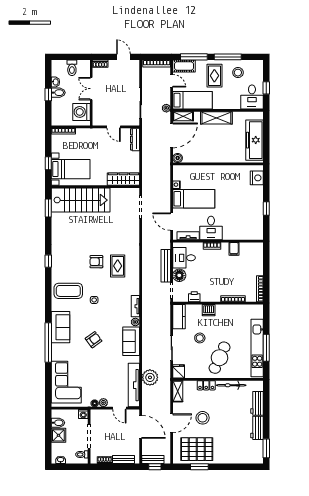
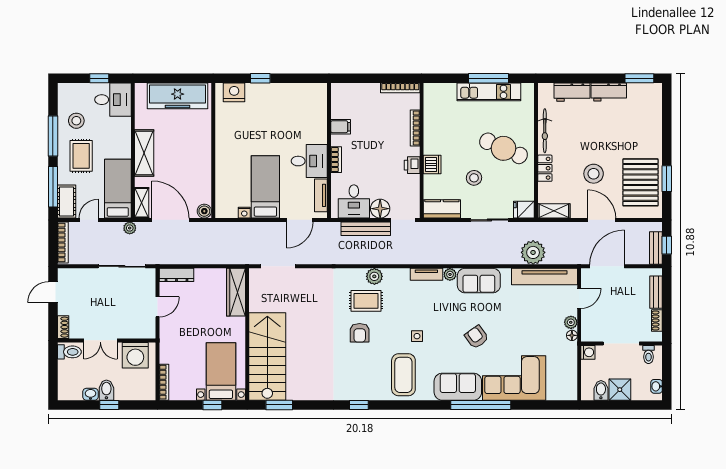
toilet: (72, 68) -> (69, 352), moved
rug: (214, 76) -> (81, 156), turned 90
window: (266, 209) -> (260, 78), moved
plant: (134, 271) -> (374, 276), added
printer: (194, 297) -> (412, 165), moved
kitchen unit: (257, 348) -> (489, 92), width x0.73
corner sofa: (66, 382) -> (514, 378), moved

